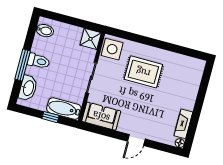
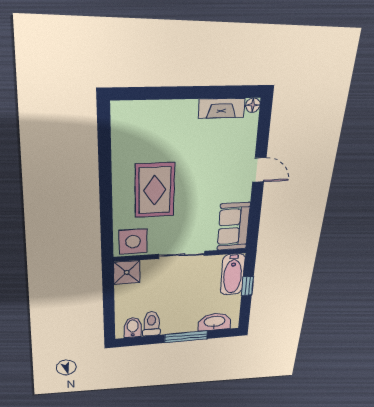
toilet: (39, 61) -> (152, 324), moved

